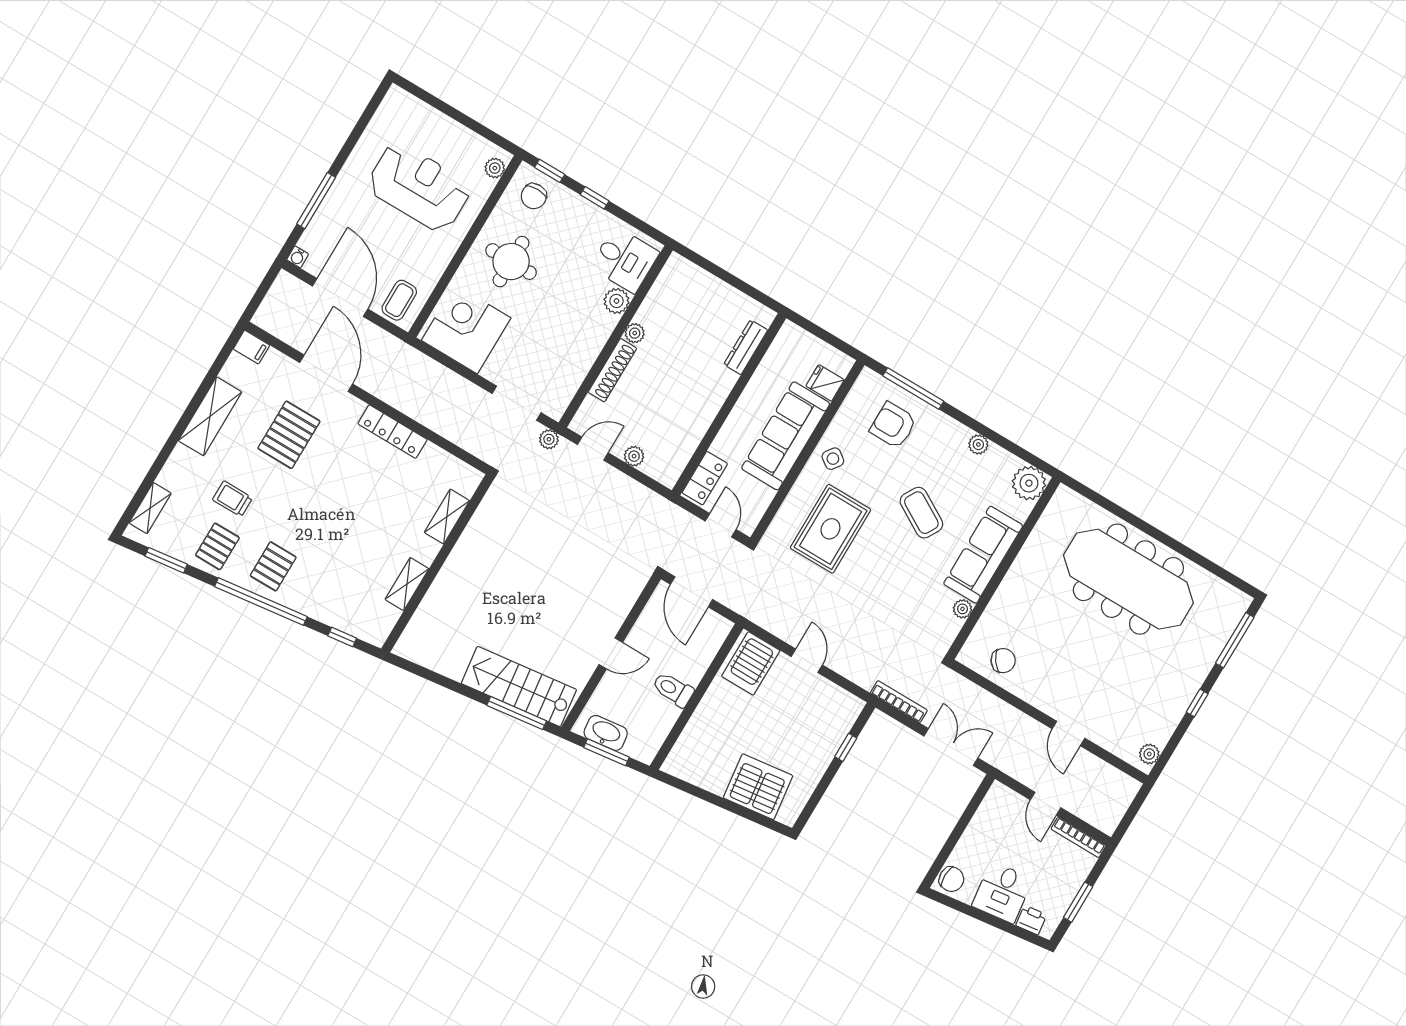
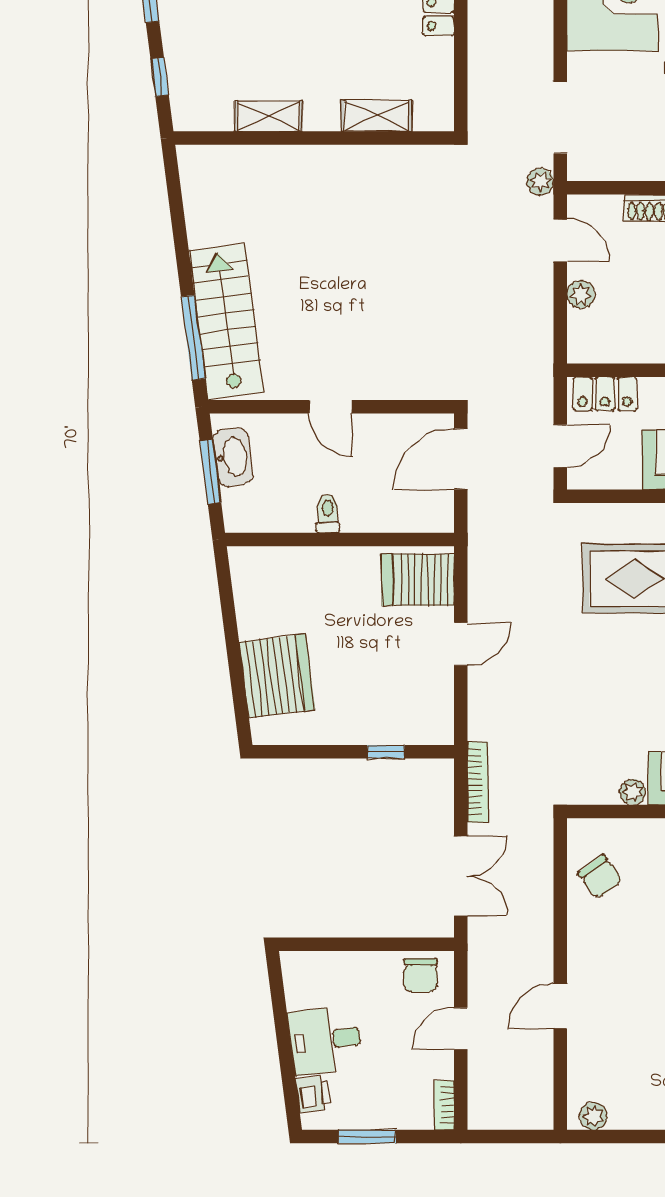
toilet: (673, 689) -> (328, 513), width x0.73, depth x0.72
bookcase: (1078, 837) -> (444, 1105), width x0.64
chair: (951, 879) -> (421, 975), moved

